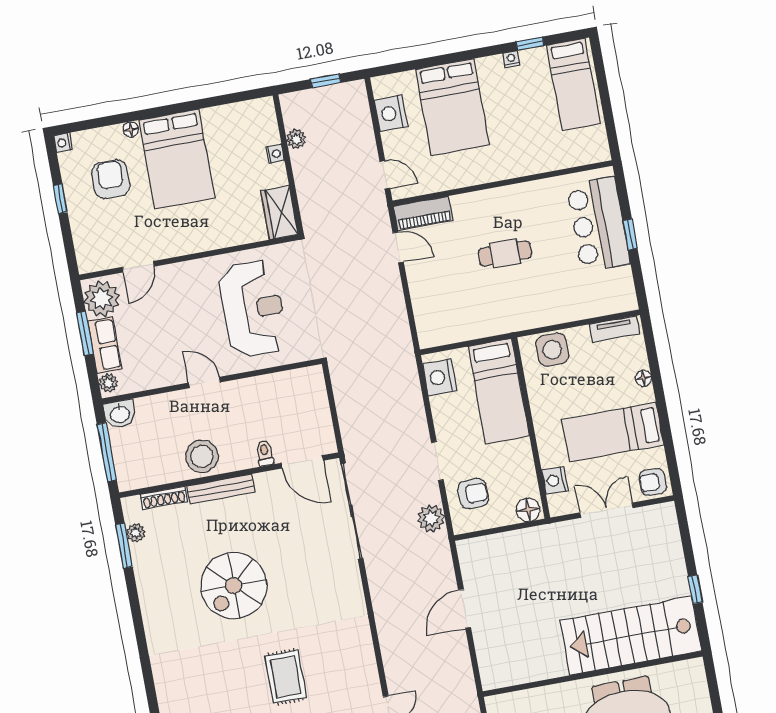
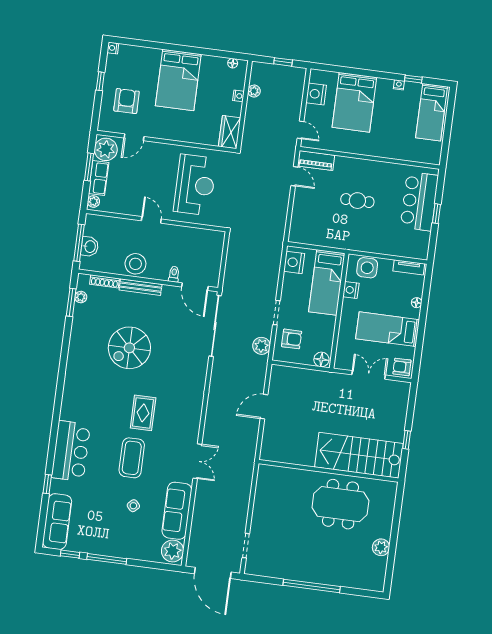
floor lamp: (131, 129) -> (233, 63), moved
armchair: (111, 179) -> (126, 101), moved
washbasin: (120, 414) -> (90, 247), moved, turned -90
nightstand: (555, 480) -> (351, 290), moved

